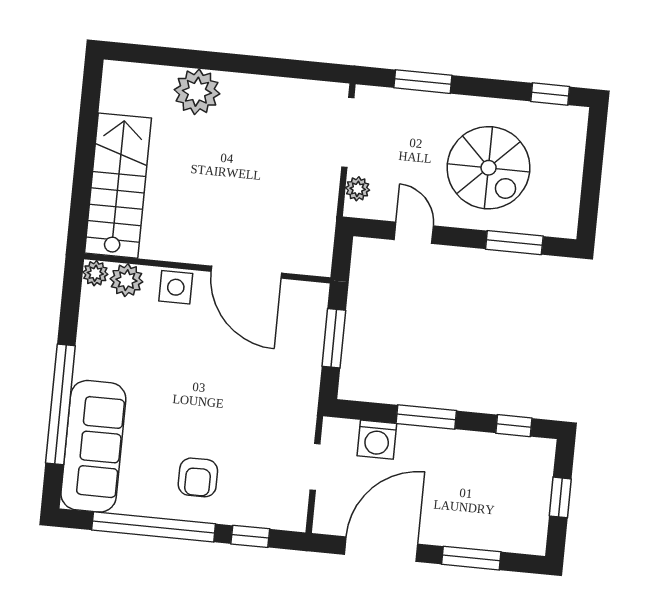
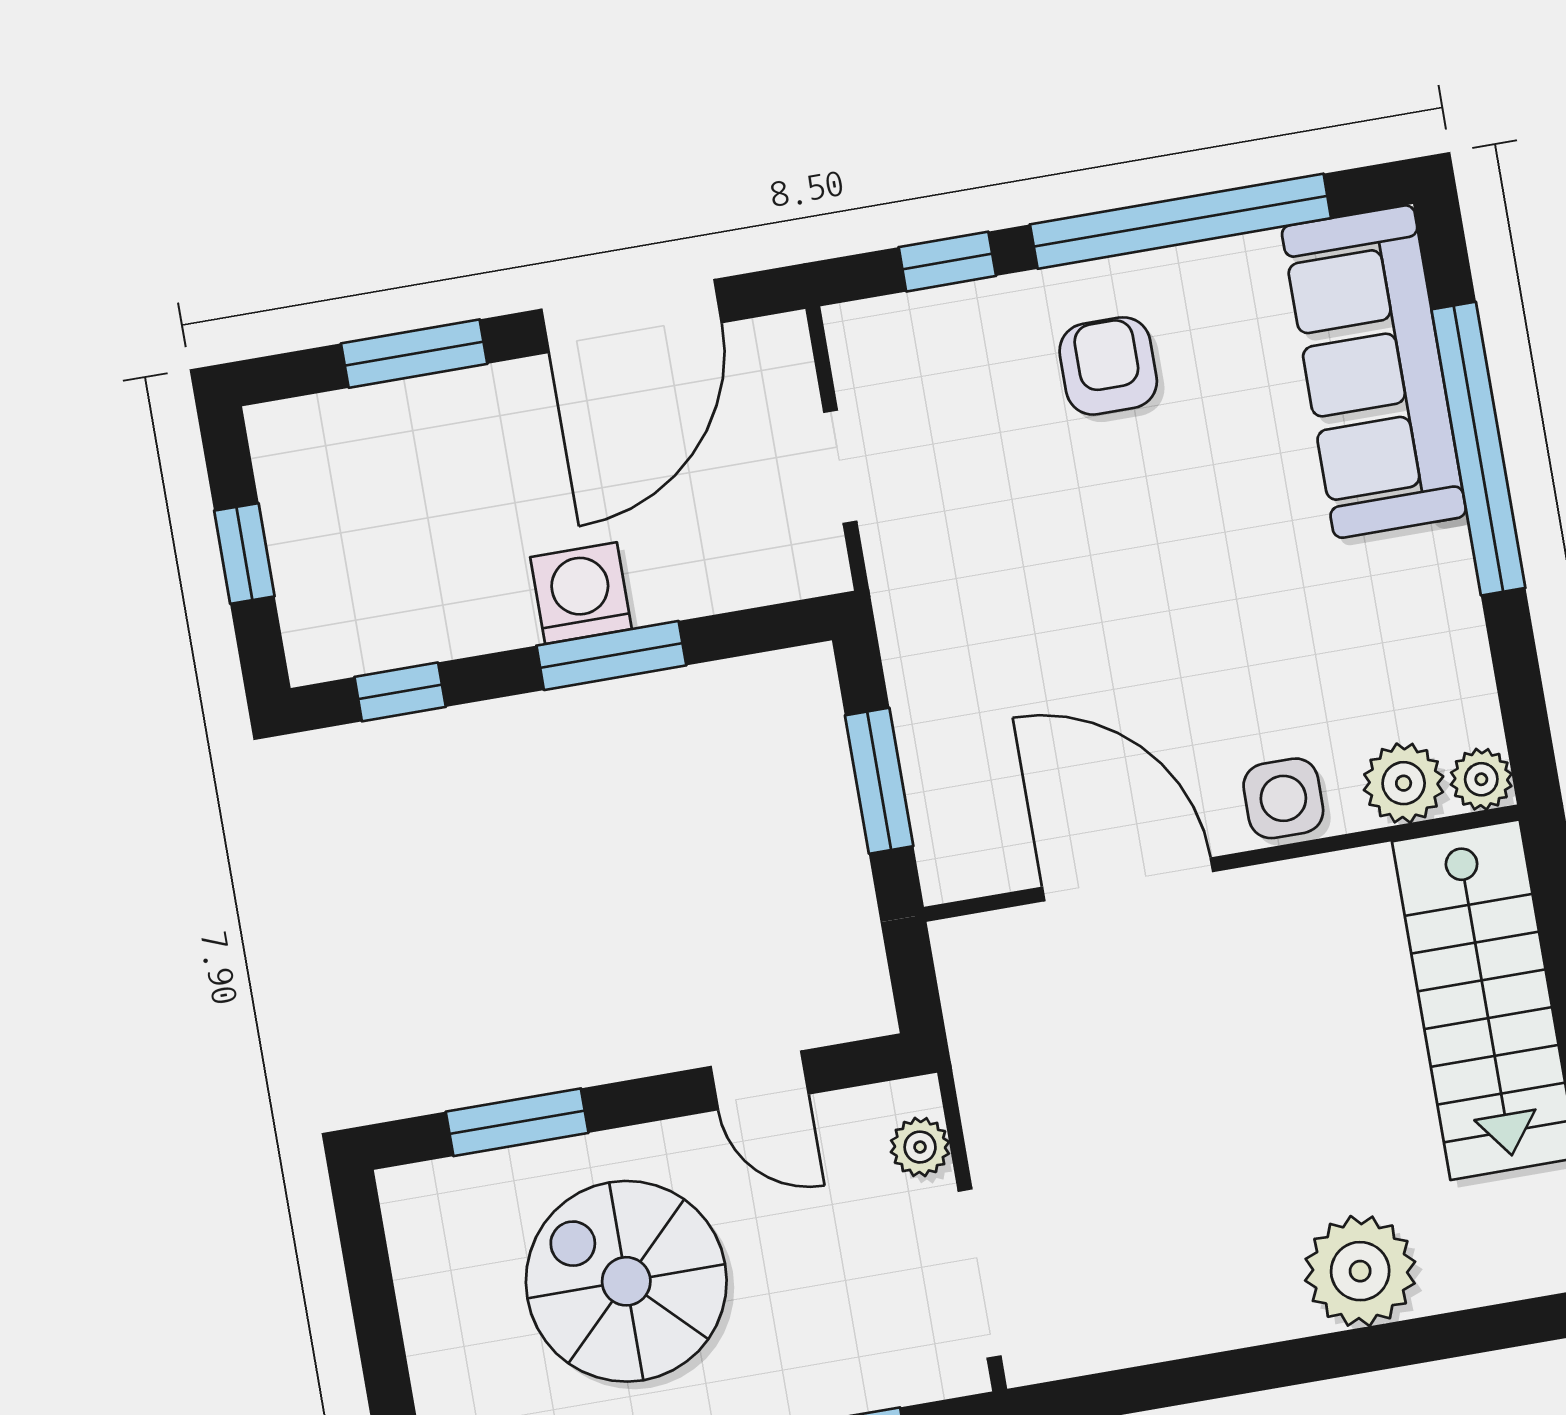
washing machine: (377, 440) -> (581, 593), moved

